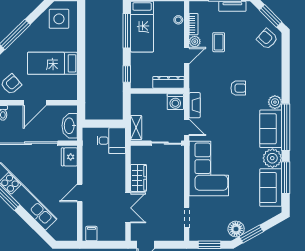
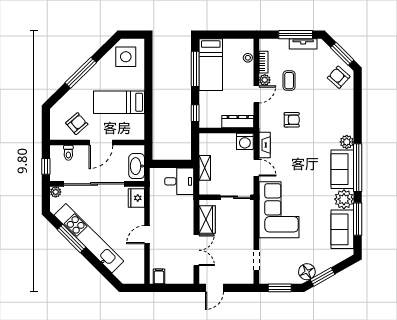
armchair: (238, 88) -> (292, 120), moved
wall: (157, 143) -> (226, 197), moved
sliding door: (166, 143) -> (236, 197), moved

